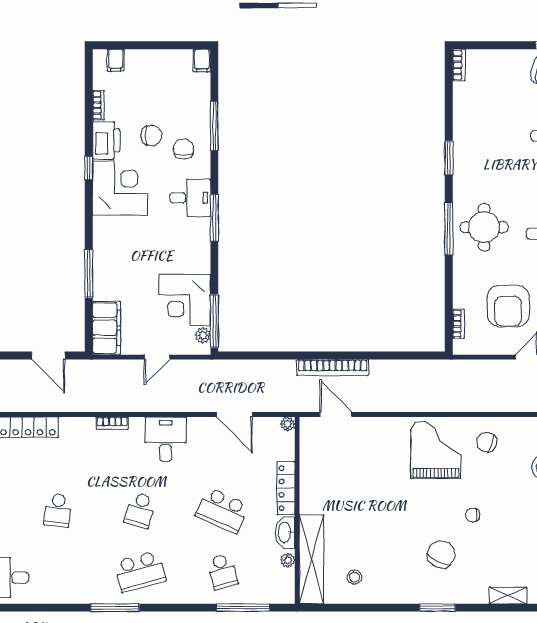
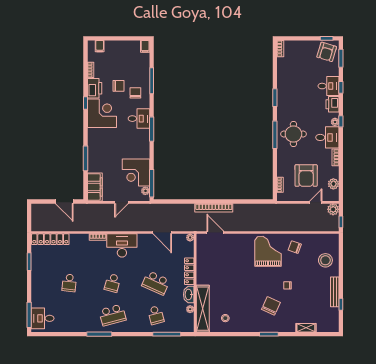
desk: (166, 439) -> (122, 245), width x1.37

